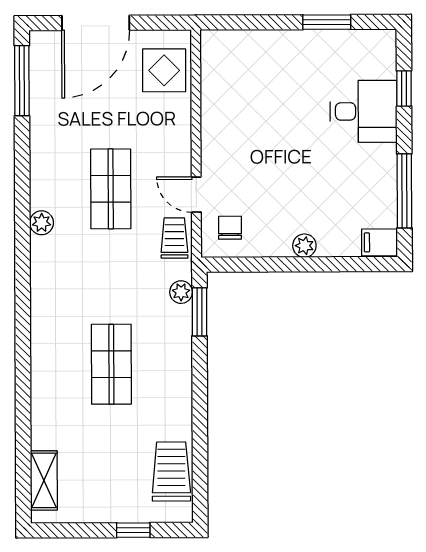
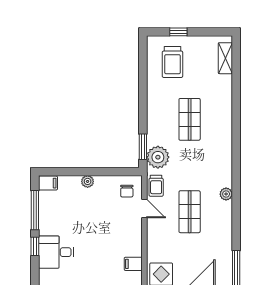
window: (404, 88) -> (35, 246), moved
filing cabinet: (217, 90) -> (133, 264), added
plant: (181, 292) -> (158, 157), width x1.88, depth x1.88
trolley: (171, 471) -> (172, 62), moved

